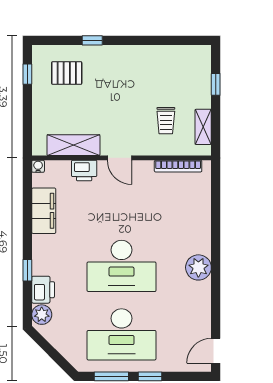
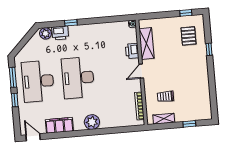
filing cabinet: (44, 211) -> (59, 125), moved, turned 180
plant: (198, 267) -> (92, 122), moved

